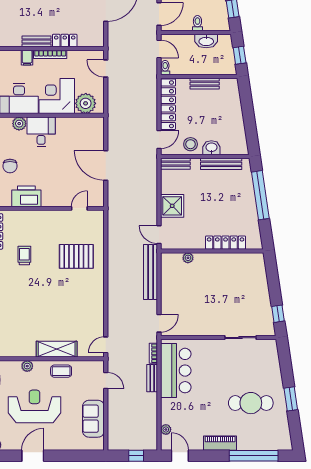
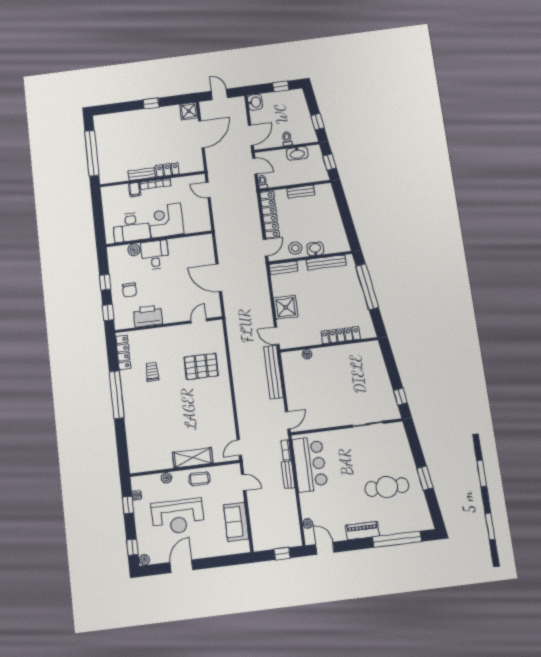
plant: (86, 103) -> (193, 224), removed
reception desk: (35, 406) -> (178, 517), turned 180

